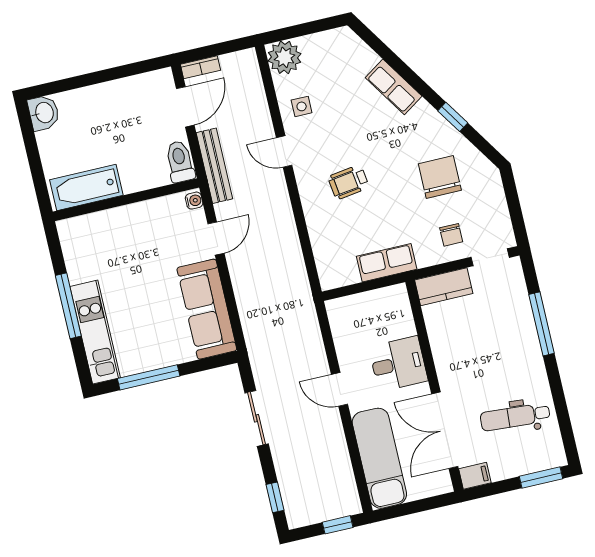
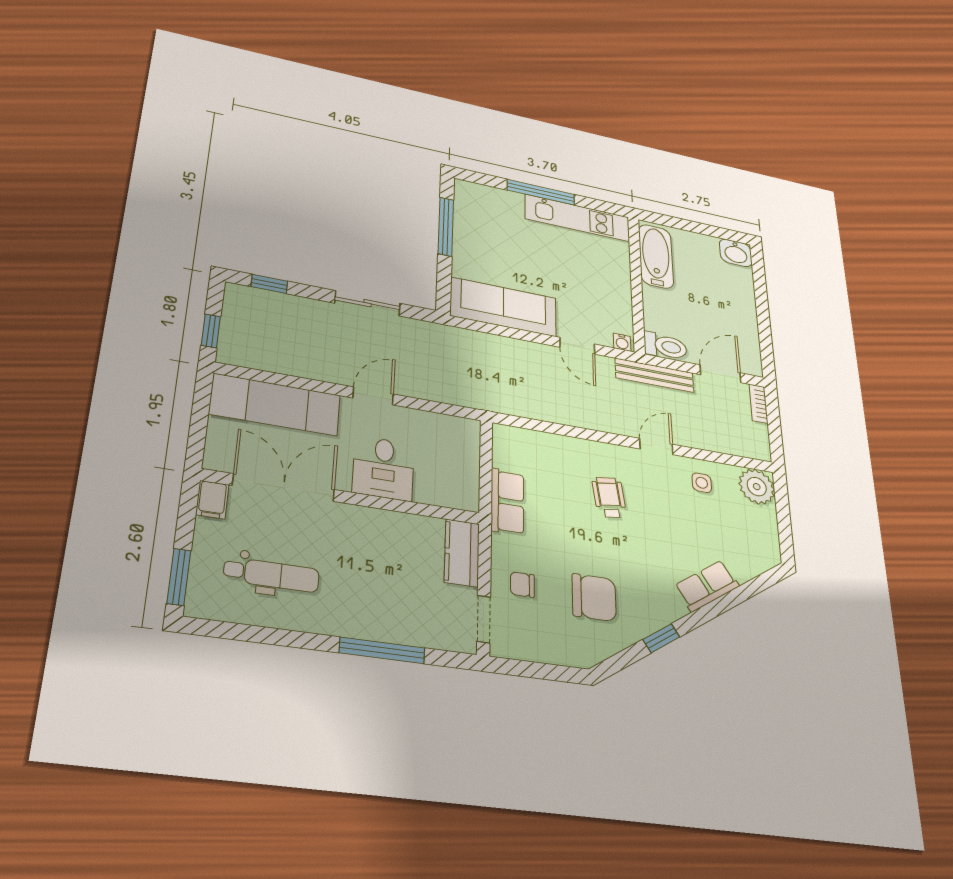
door: (185, 107) -> (720, 374), swing flipped
kitchen unit: (95, 332) -> (578, 218), moved
dental chair: (515, 417) -> (272, 575), turned 86

